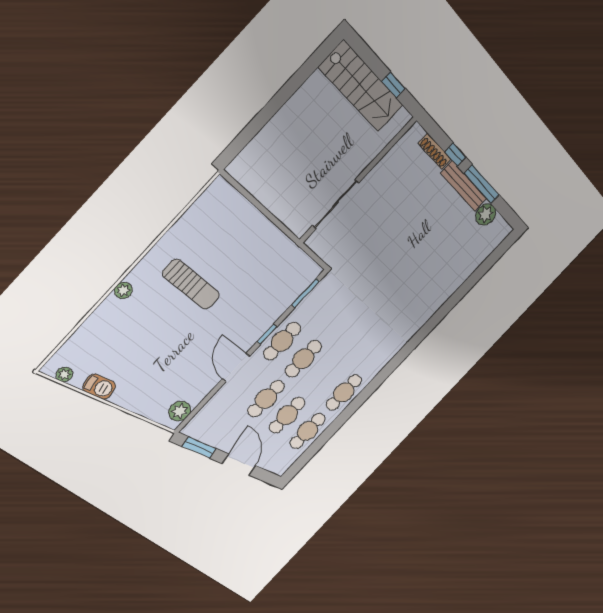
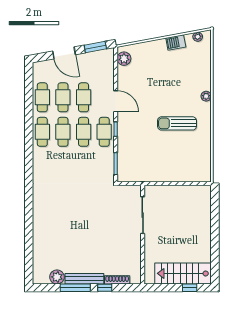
window: (393, 85) -> (190, 288), moved
cafe table: (324, 376) -> (63, 132), added

